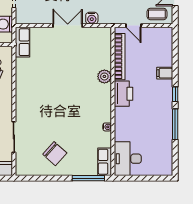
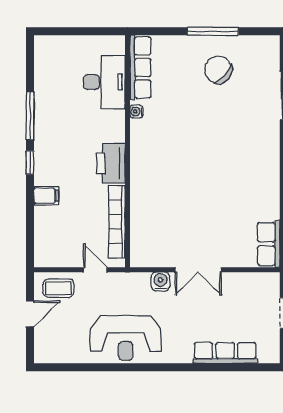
plant: (104, 76) -> (141, 190), removed
desk: (128, 159) -> (104, 82), moved
row of seats: (105, 162) -> (140, 67), width x1.48
window: (88, 178) -> (213, 31), moved

